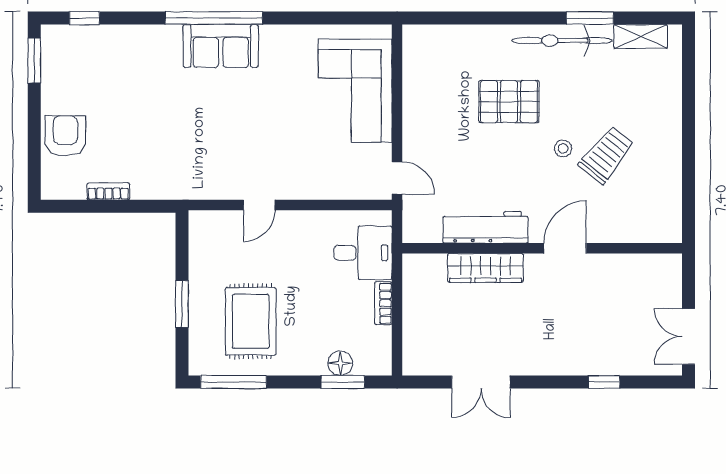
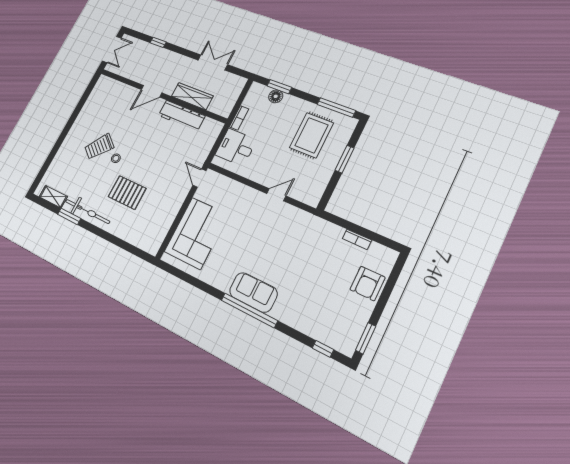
workbench: (486, 227) -> (182, 116), moved
wall: (542, 248) -> (162, 95), moved
door: (565, 248) -> (152, 91), moved
wardrobe: (485, 268) -> (192, 96), moved

